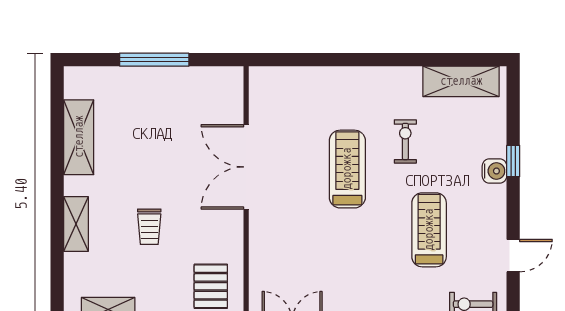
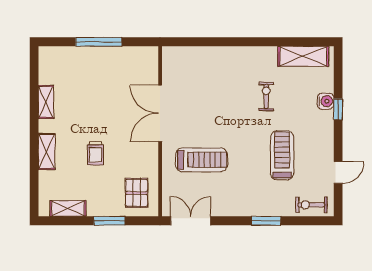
shelving: (79, 137) -> (46, 102), width x0.67, depth x0.75
treadmill: (347, 169) -> (202, 160), moved, turned 90
water cooler: (494, 171) -> (326, 101), moved

